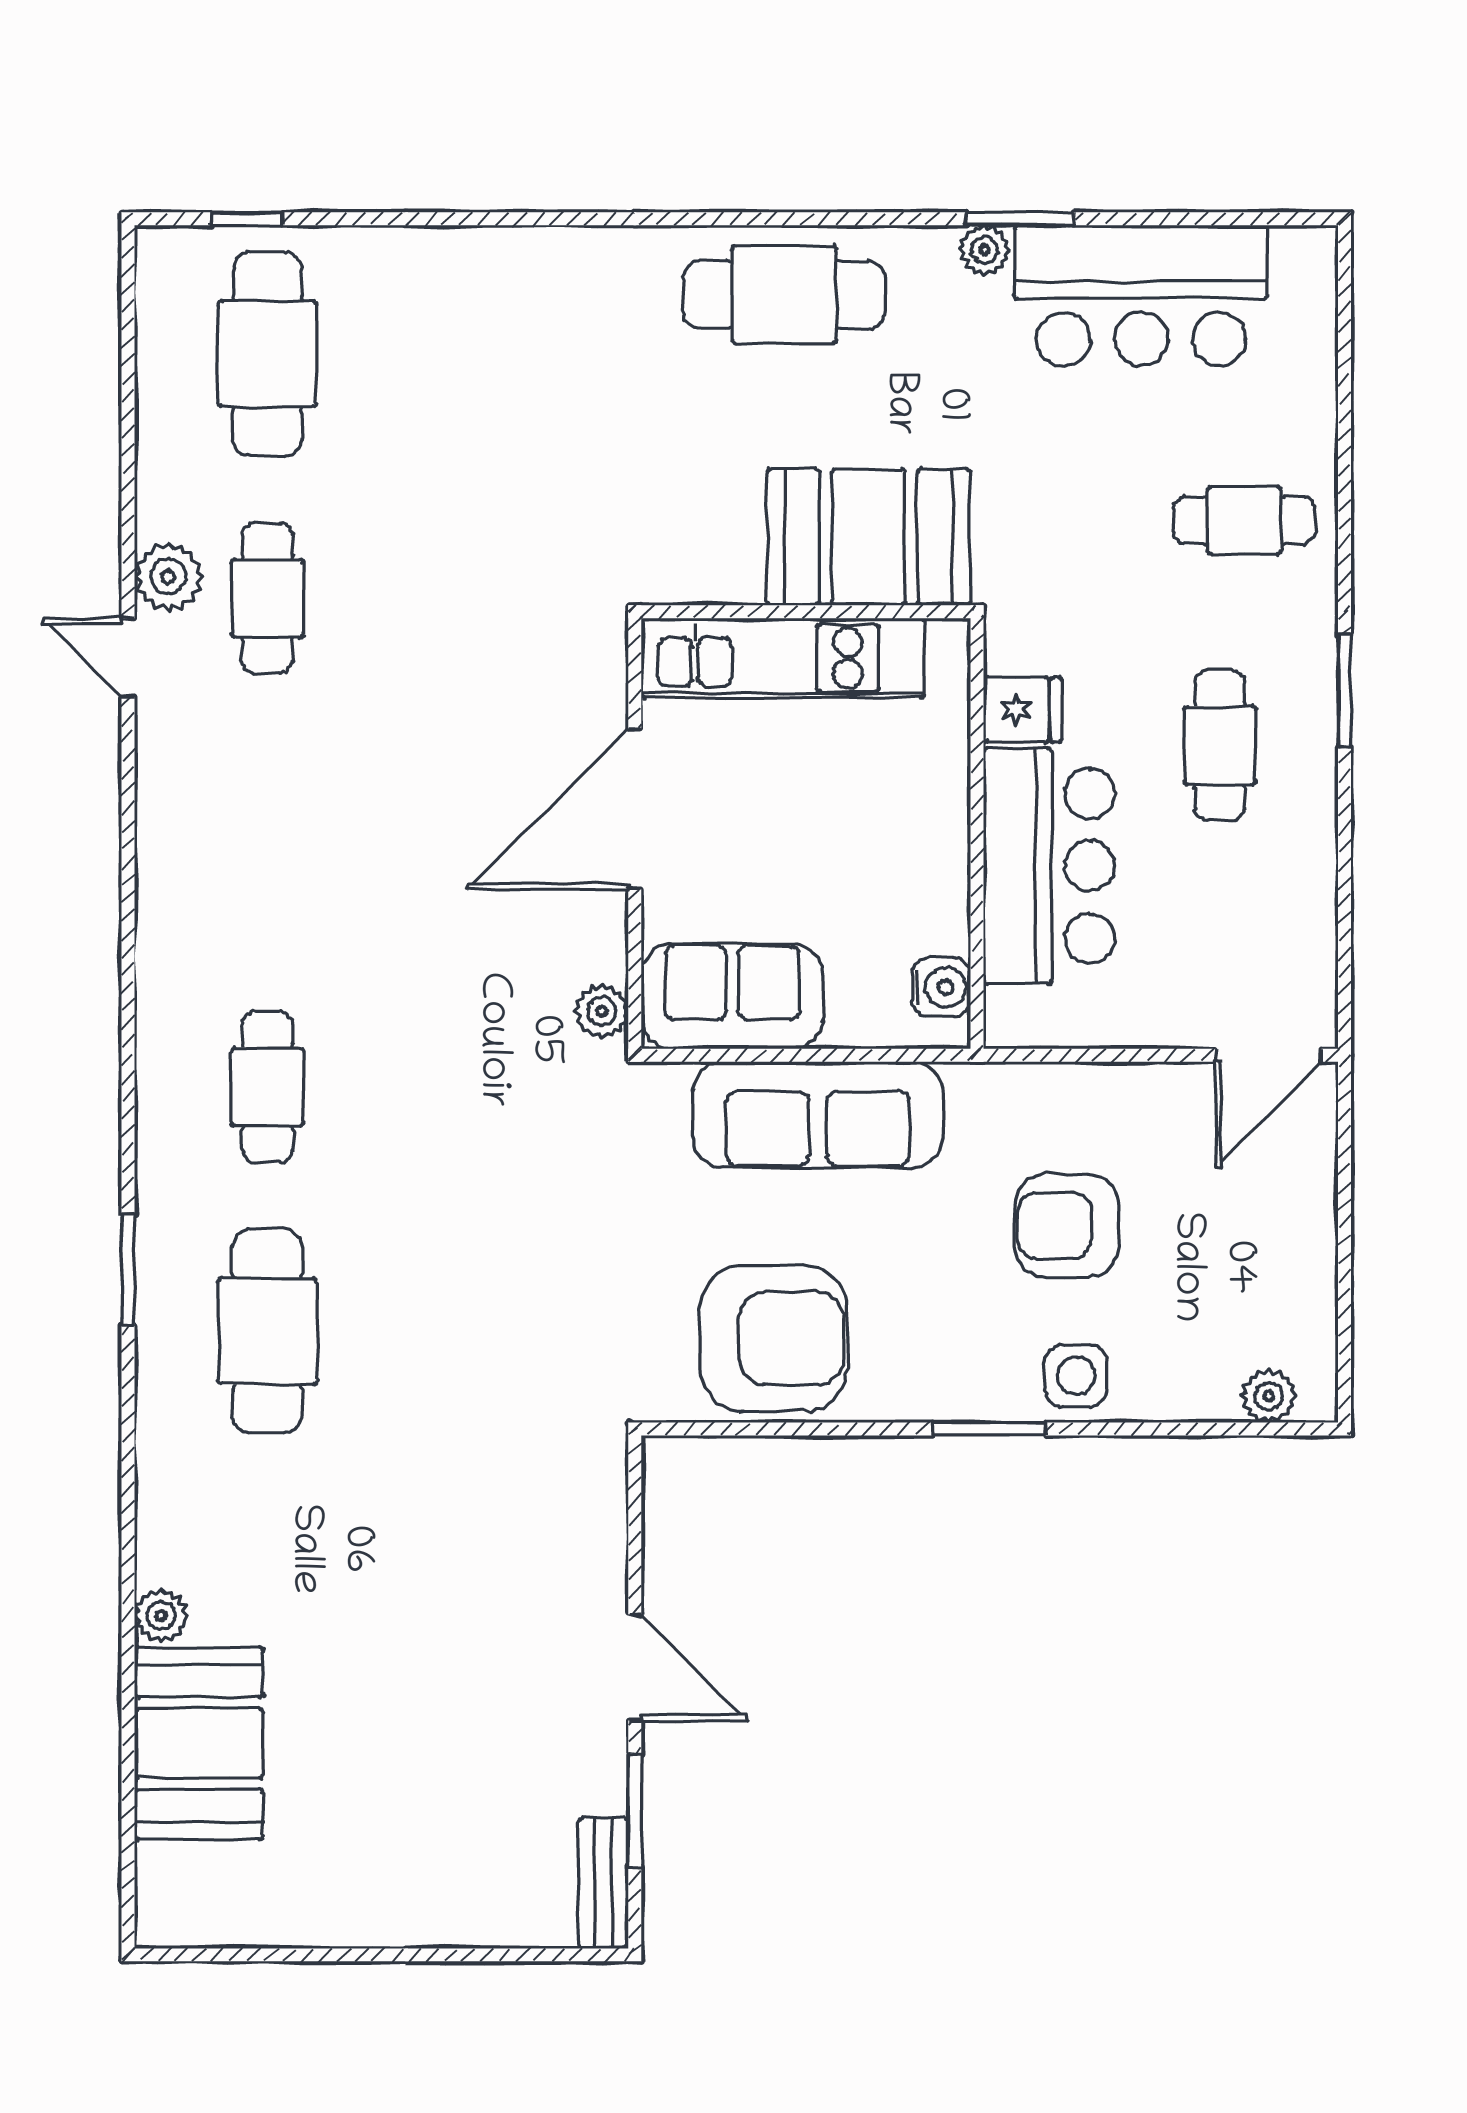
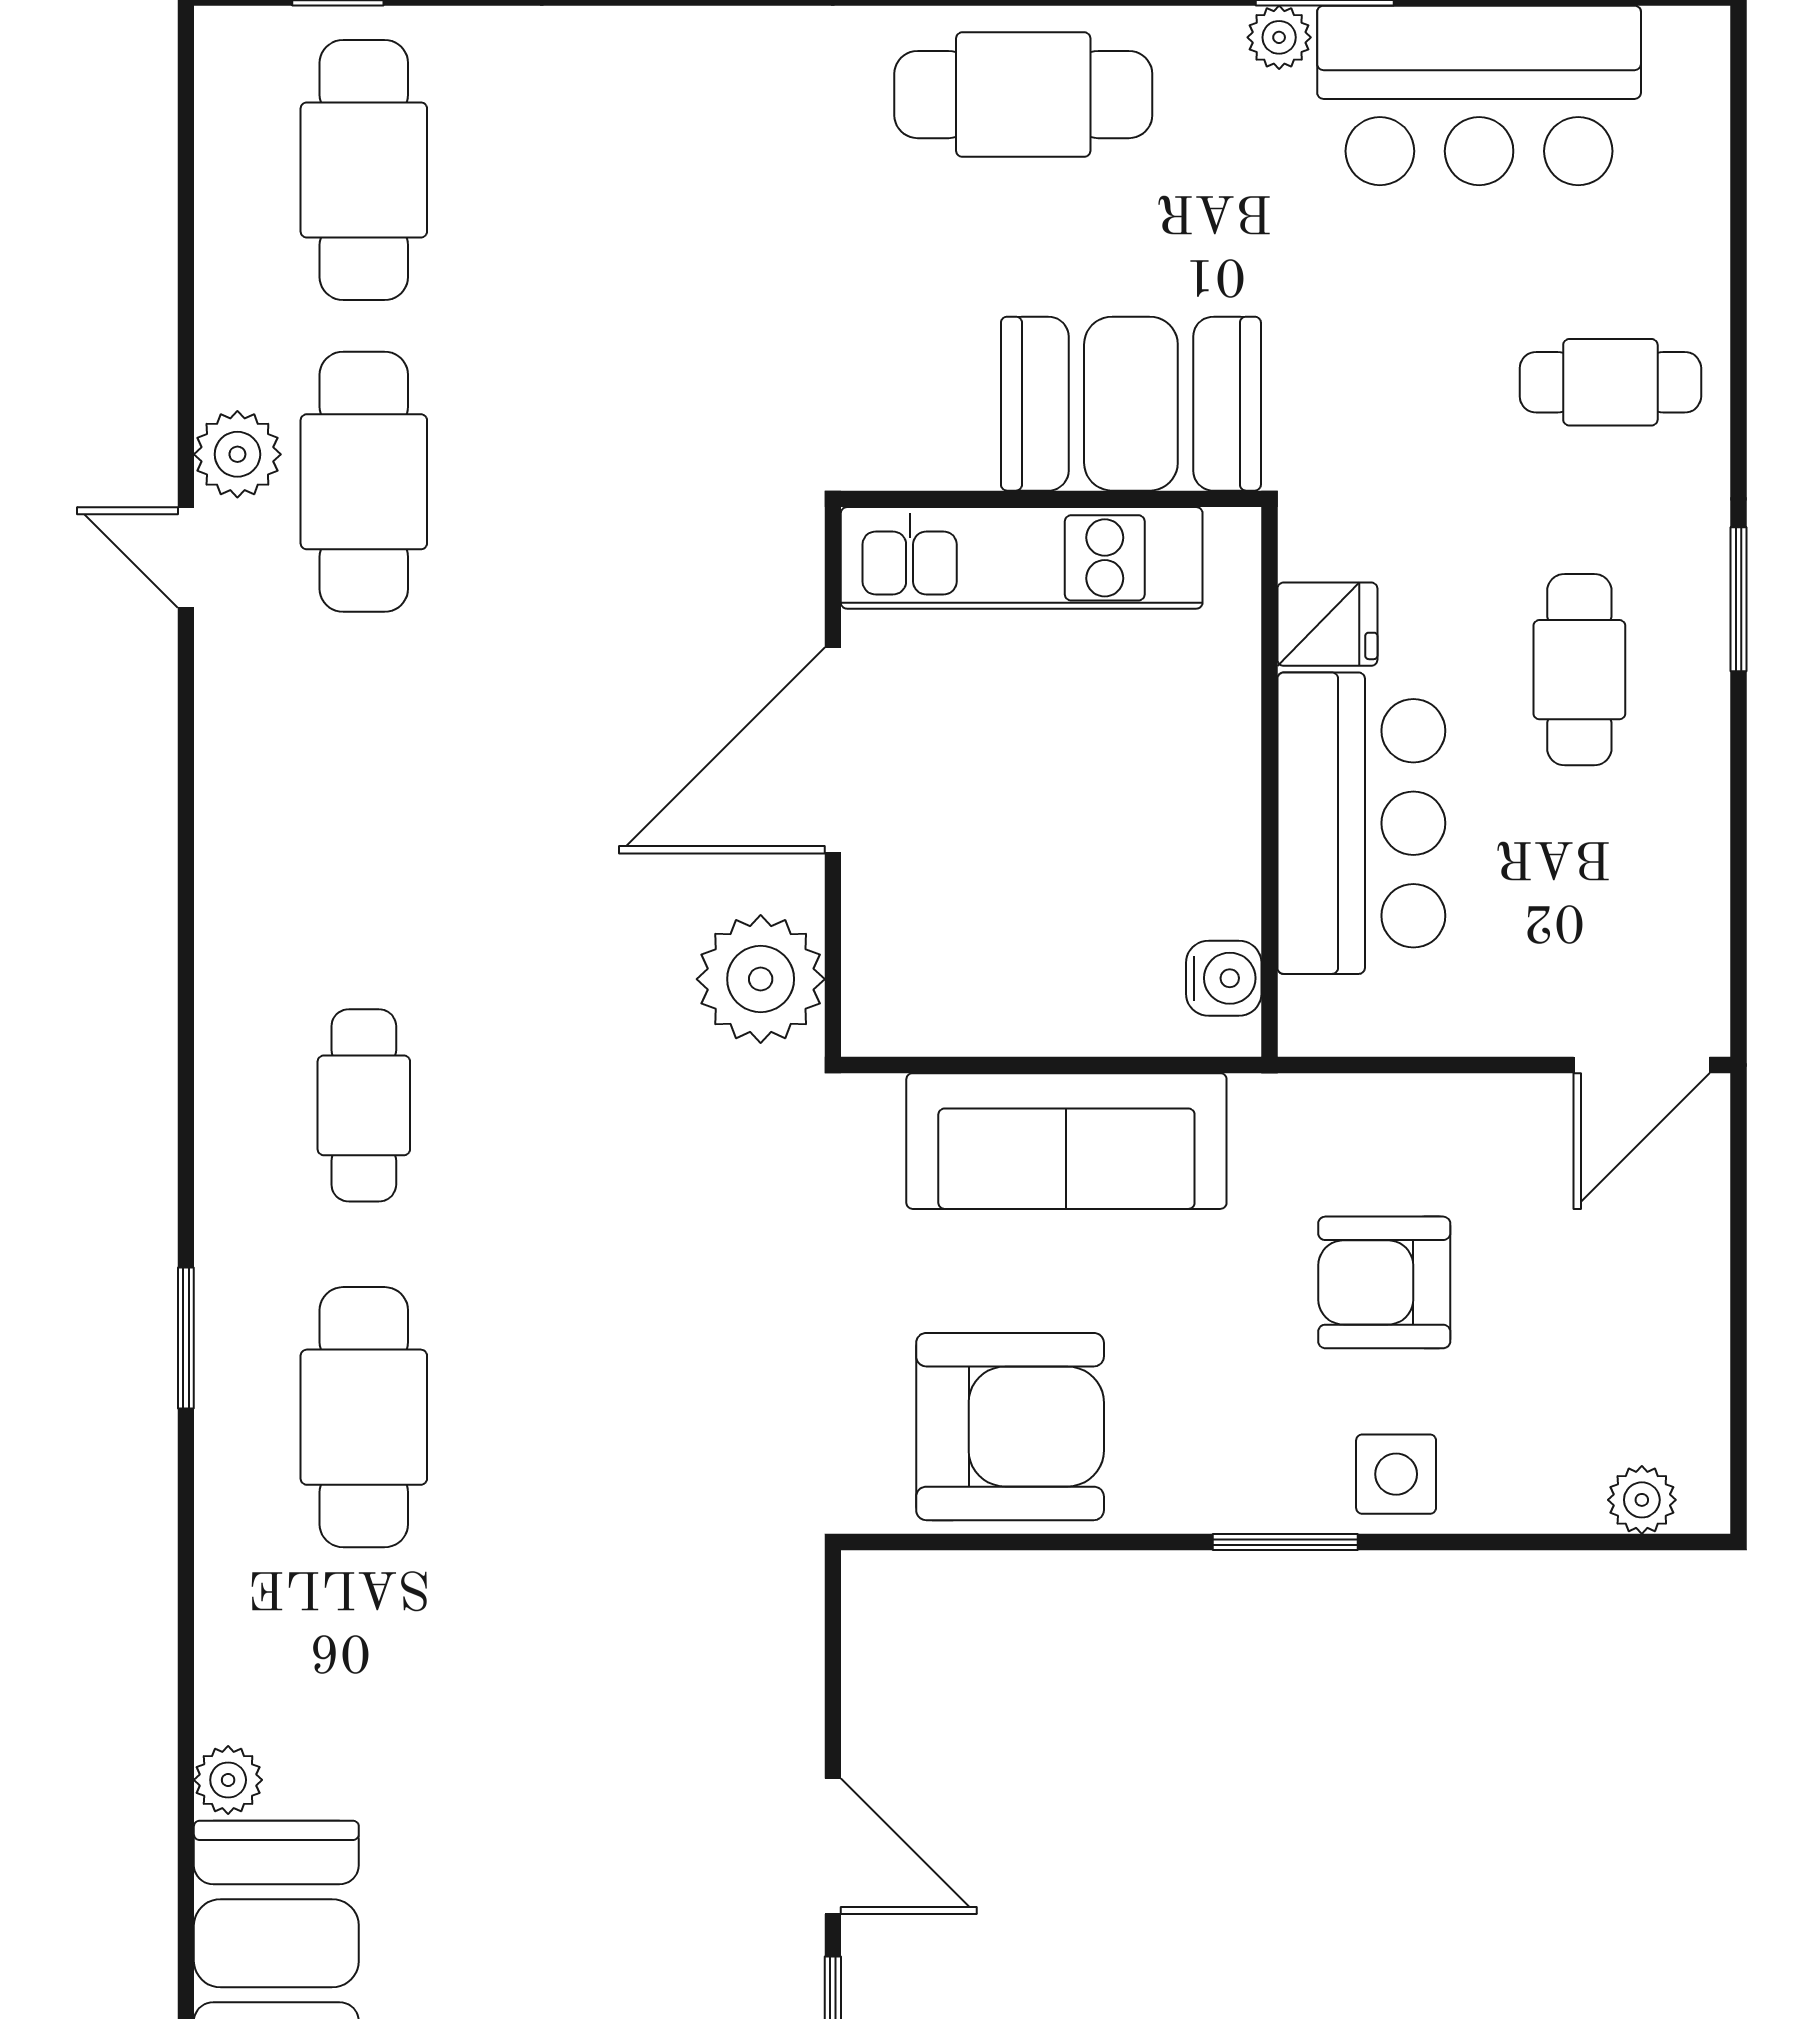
cafe table: (267, 598) -> (364, 482), width x1.37, depth x1.35
sofa: (732, 996) -> (957, 990), removed
plant: (602, 1011) -> (761, 979), width x1.88, depth x1.88

